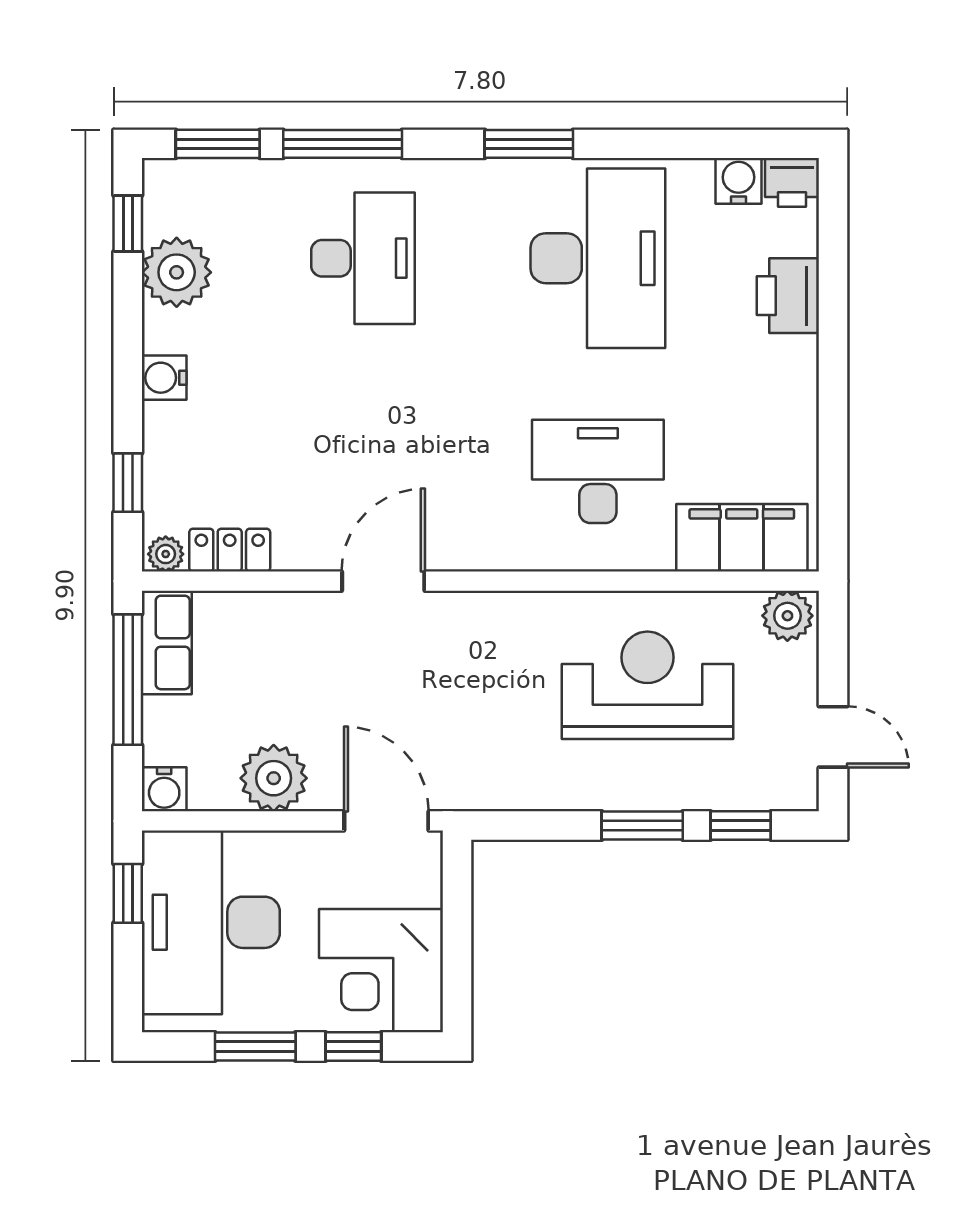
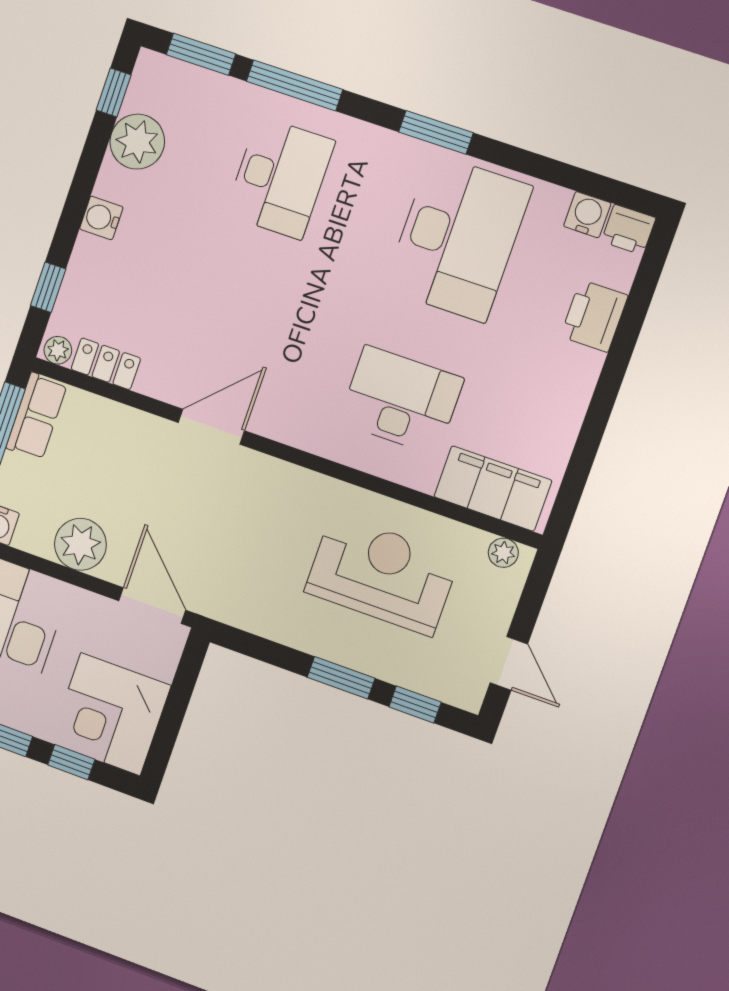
plant: (787, 616) -> (503, 553), width x0.73, depth x0.73

